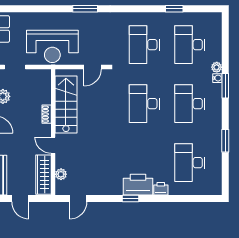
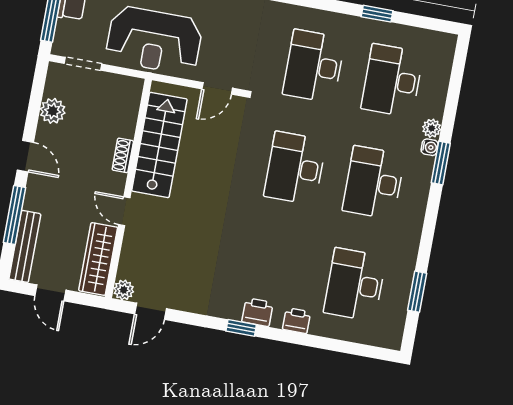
window: (225, 141) -> (417, 292), moved
plant: (61, 174) -> (124, 290), moved
printer: (138, 185) -> (257, 312), width x0.53, depth x0.68

